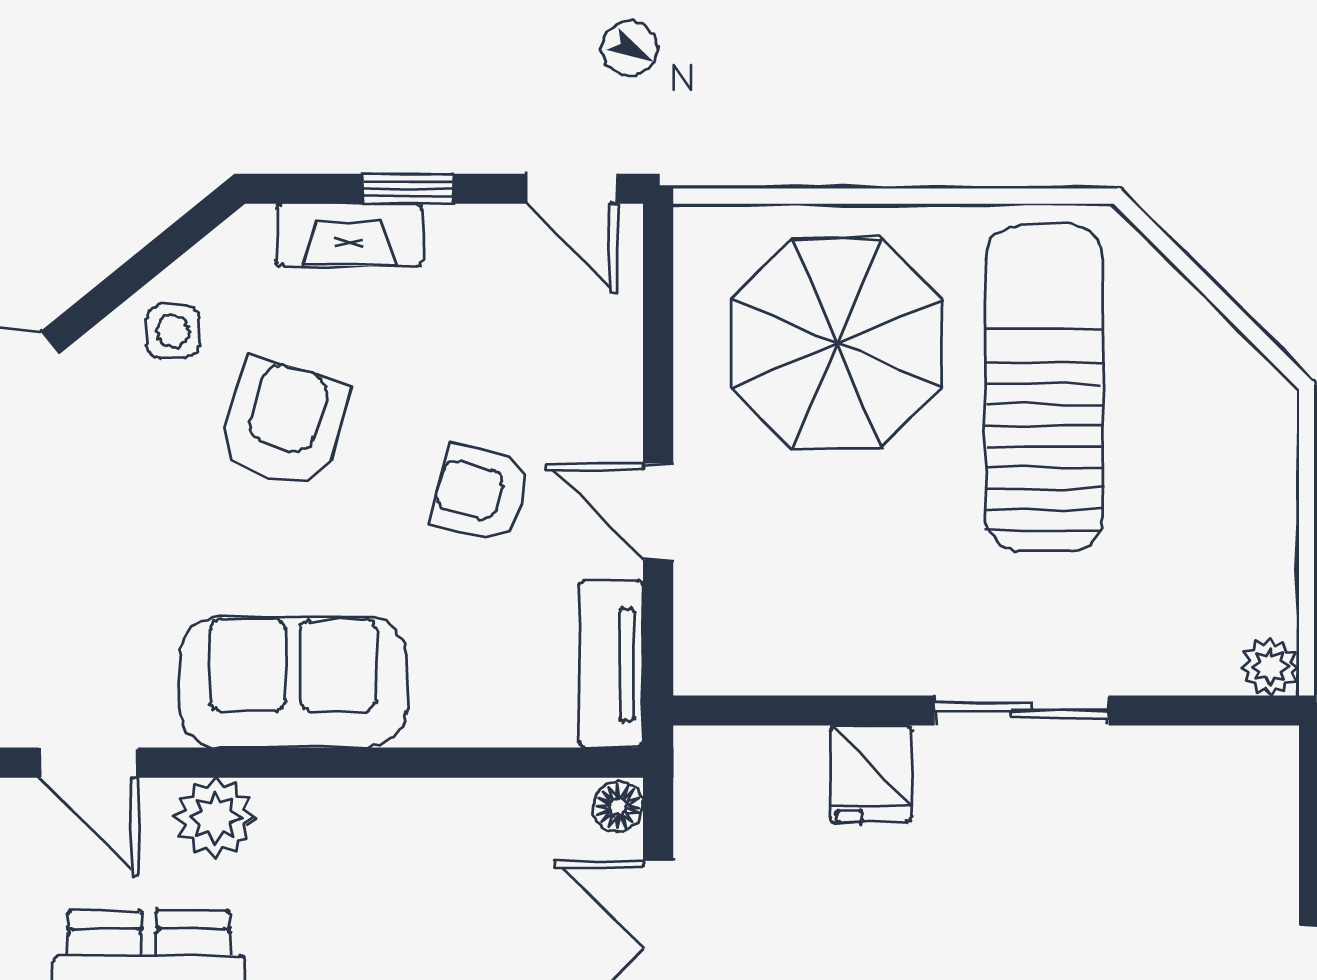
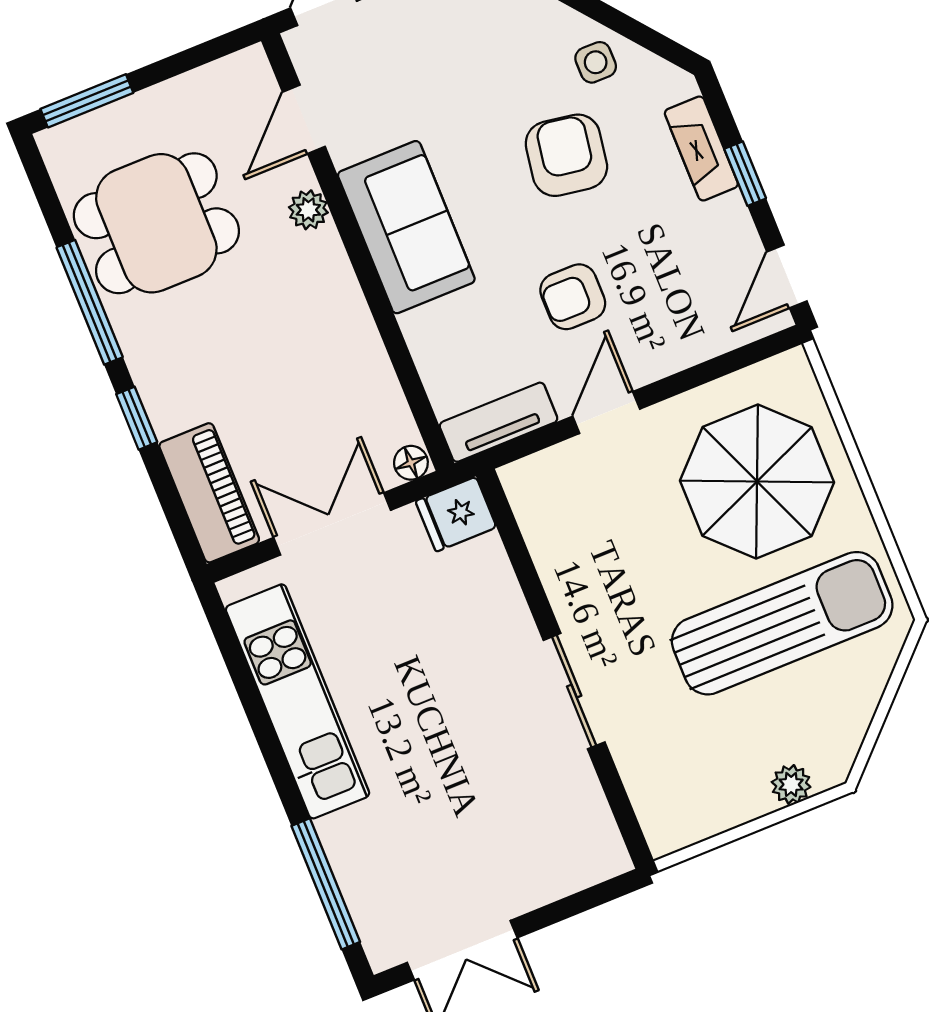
armchair: (284, 423) -> (566, 155), turned -98
armchair: (481, 493) -> (573, 297), turned -105
plant: (1270, 666) -> (791, 784), moved
fridge: (871, 774) -> (456, 514), moved
plant: (215, 818) -> (308, 210), width x0.73, depth x0.73

